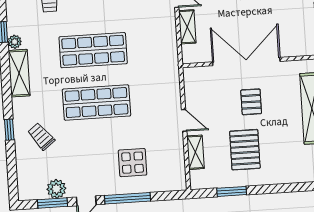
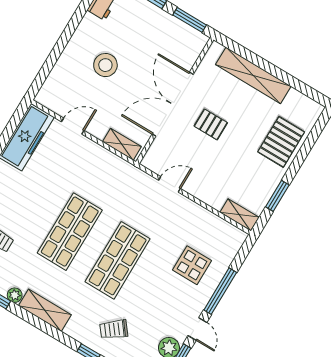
shelving: (187, 27) -> (122, 144), moved
door: (184, 120) -> (170, 184), moved
pallet: (245, 150) -> (281, 142), moved, turned 90
shelving: (195, 152) -> (239, 215), moved

